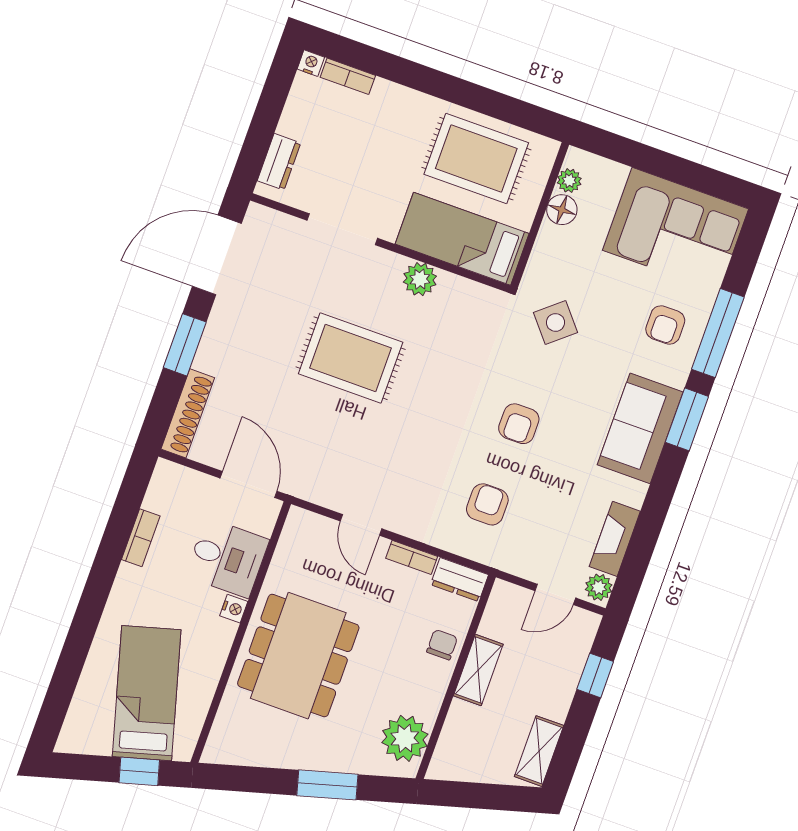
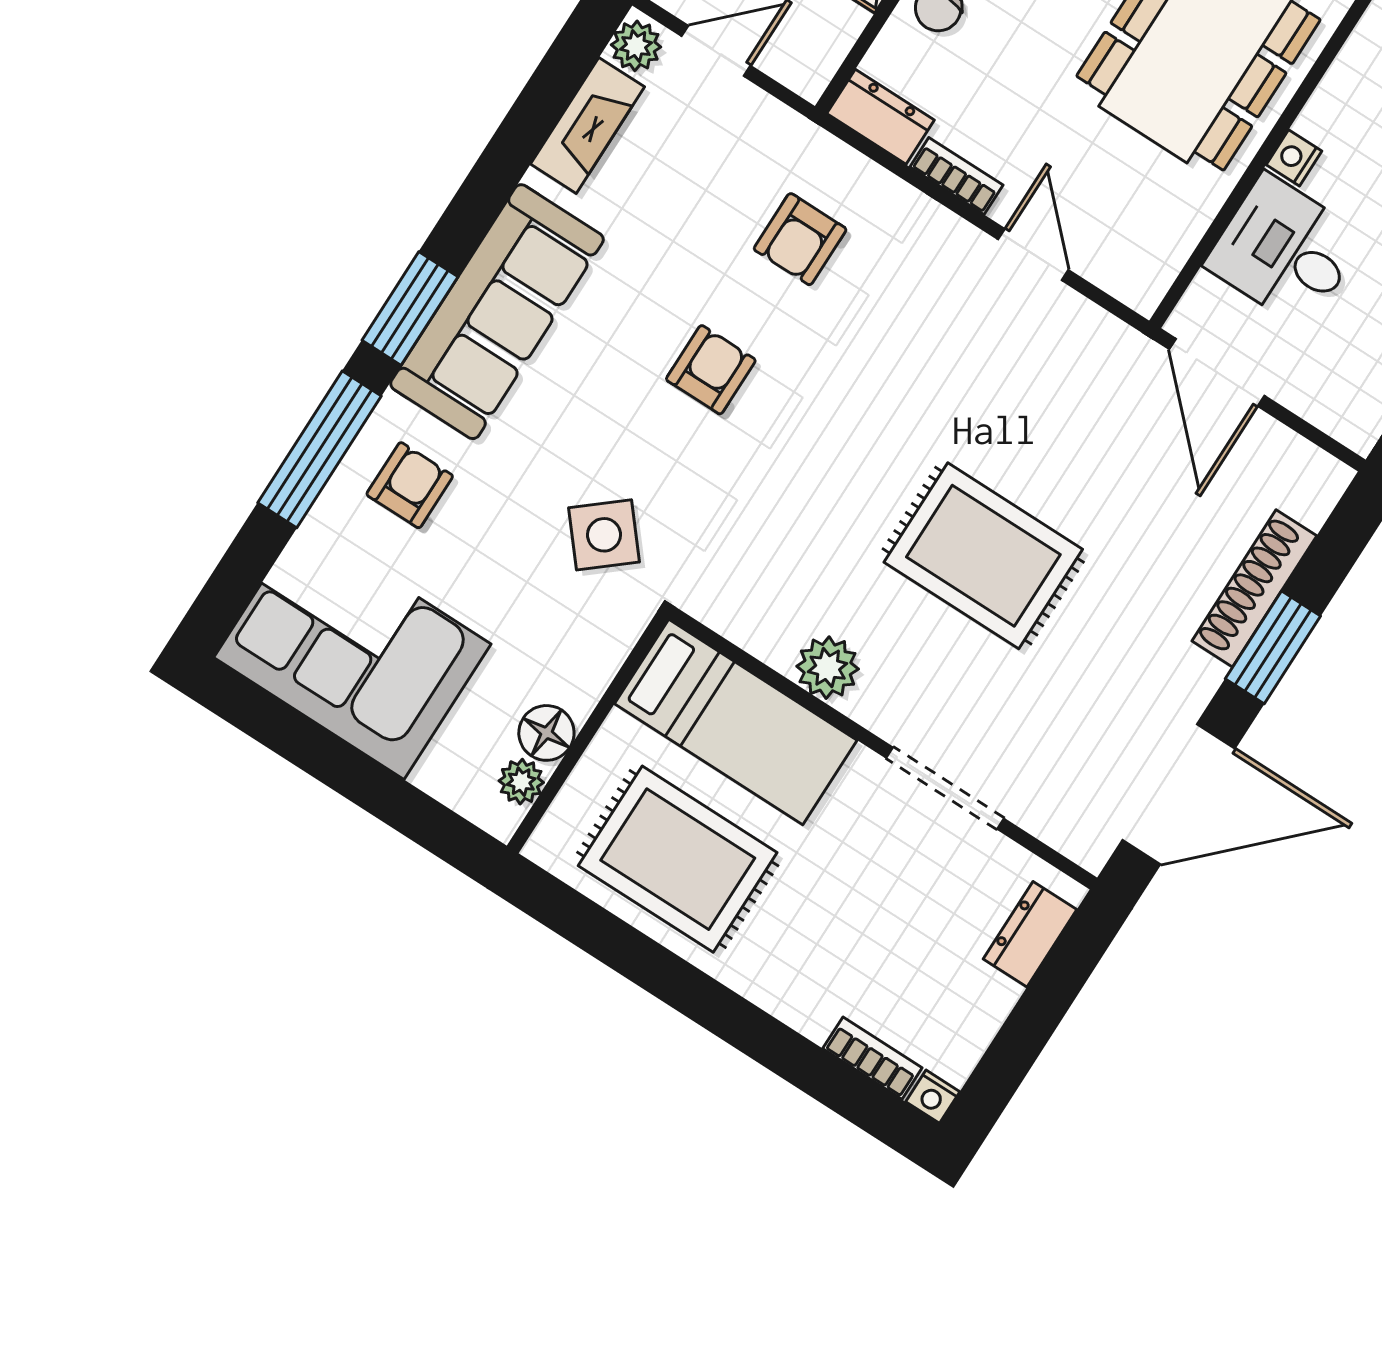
shoe rack: (188, 413) -> (1254, 588), moved
sofa: (640, 428) -> (497, 312), width x1.36

